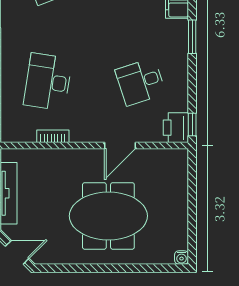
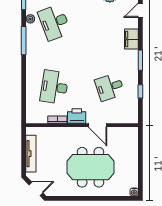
window: (192, 125) -> (140, 91), moved
printer: (176, 128) -> (77, 116), moved, turned 90
door: (120, 145) -> (97, 125), hinge flipped

